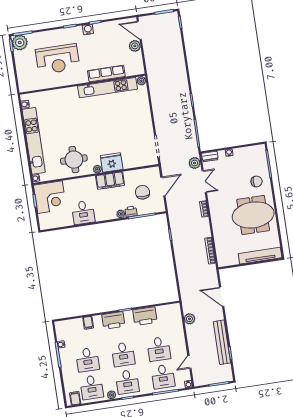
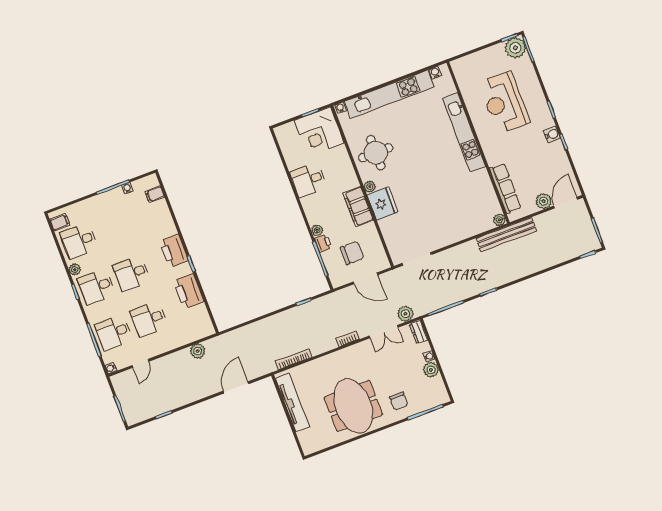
row of seats: (106, 74) -> (505, 188), moved
kitchen unit: (107, 88) -> (464, 132), moved
plant: (239, 153) -> (431, 370), added
tv unit: (260, 256) -> (292, 403), moved
filing cabinet: (88, 323) -> (155, 194), moved
bench: (222, 342) -> (506, 235), moved
desk: (87, 360) -> (115, 228), removed
door: (189, 362) -> (141, 363), swing flipped

